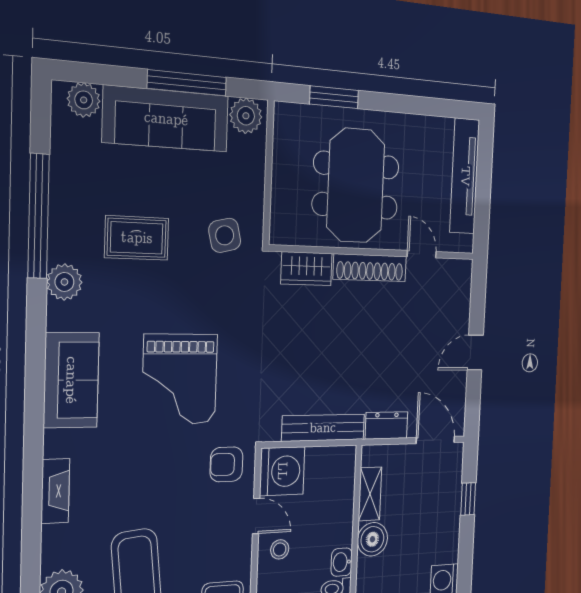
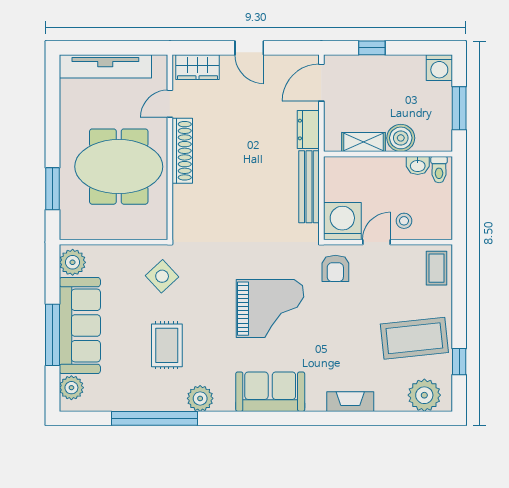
window: (187, 83) -> (53, 335), moved
side table: (225, 235) -> (162, 276), turned -30
wardrobe: (307, 269) -> (197, 67), moved, turned 90

